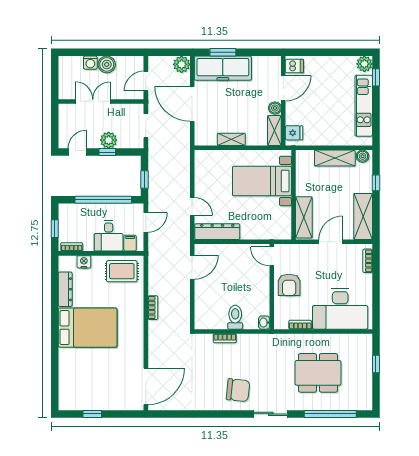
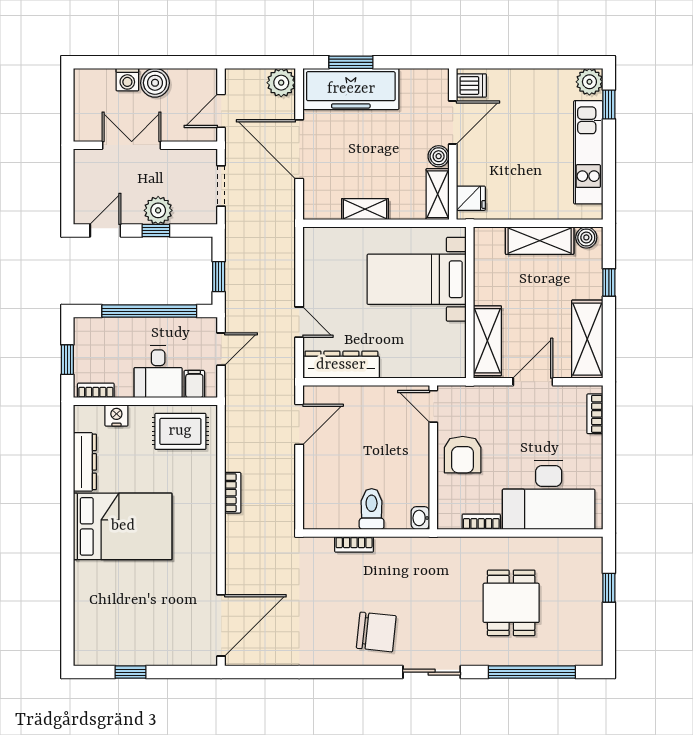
dining table: (318, 373) -> (511, 603), width x0.73

